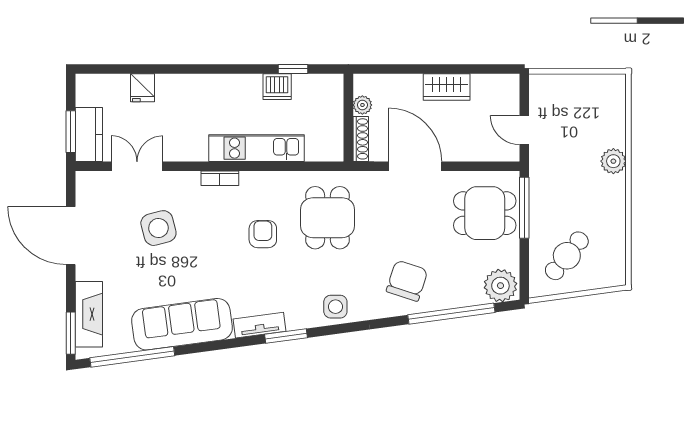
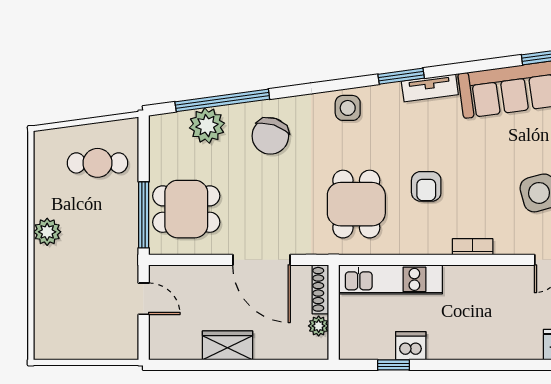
kitchen unit: (256, 148) -> (391, 279), moved
plant: (613, 161) -> (47, 232), moved
cafe table: (567, 256) -> (97, 163), turned 51
plant: (500, 286) -> (207, 126), moved

